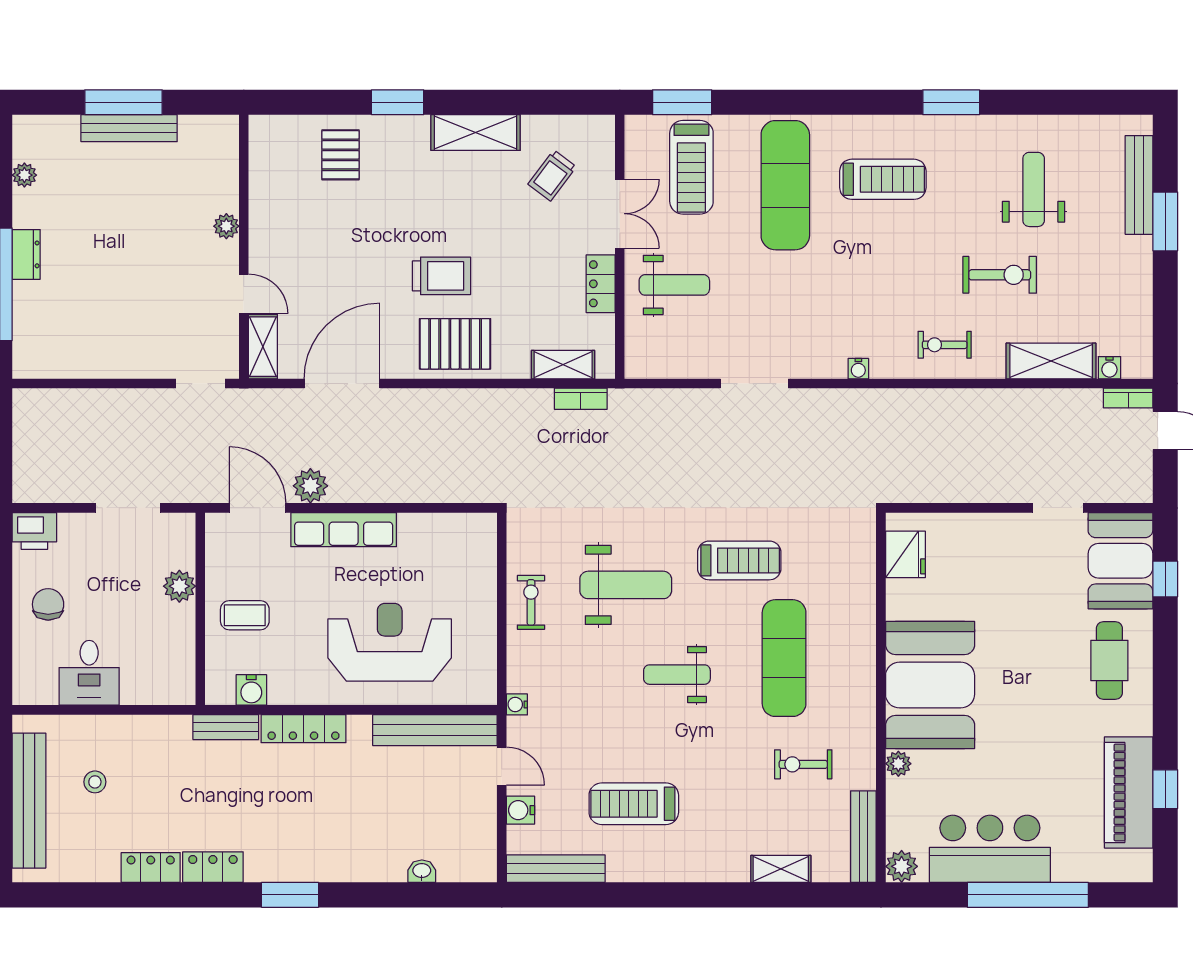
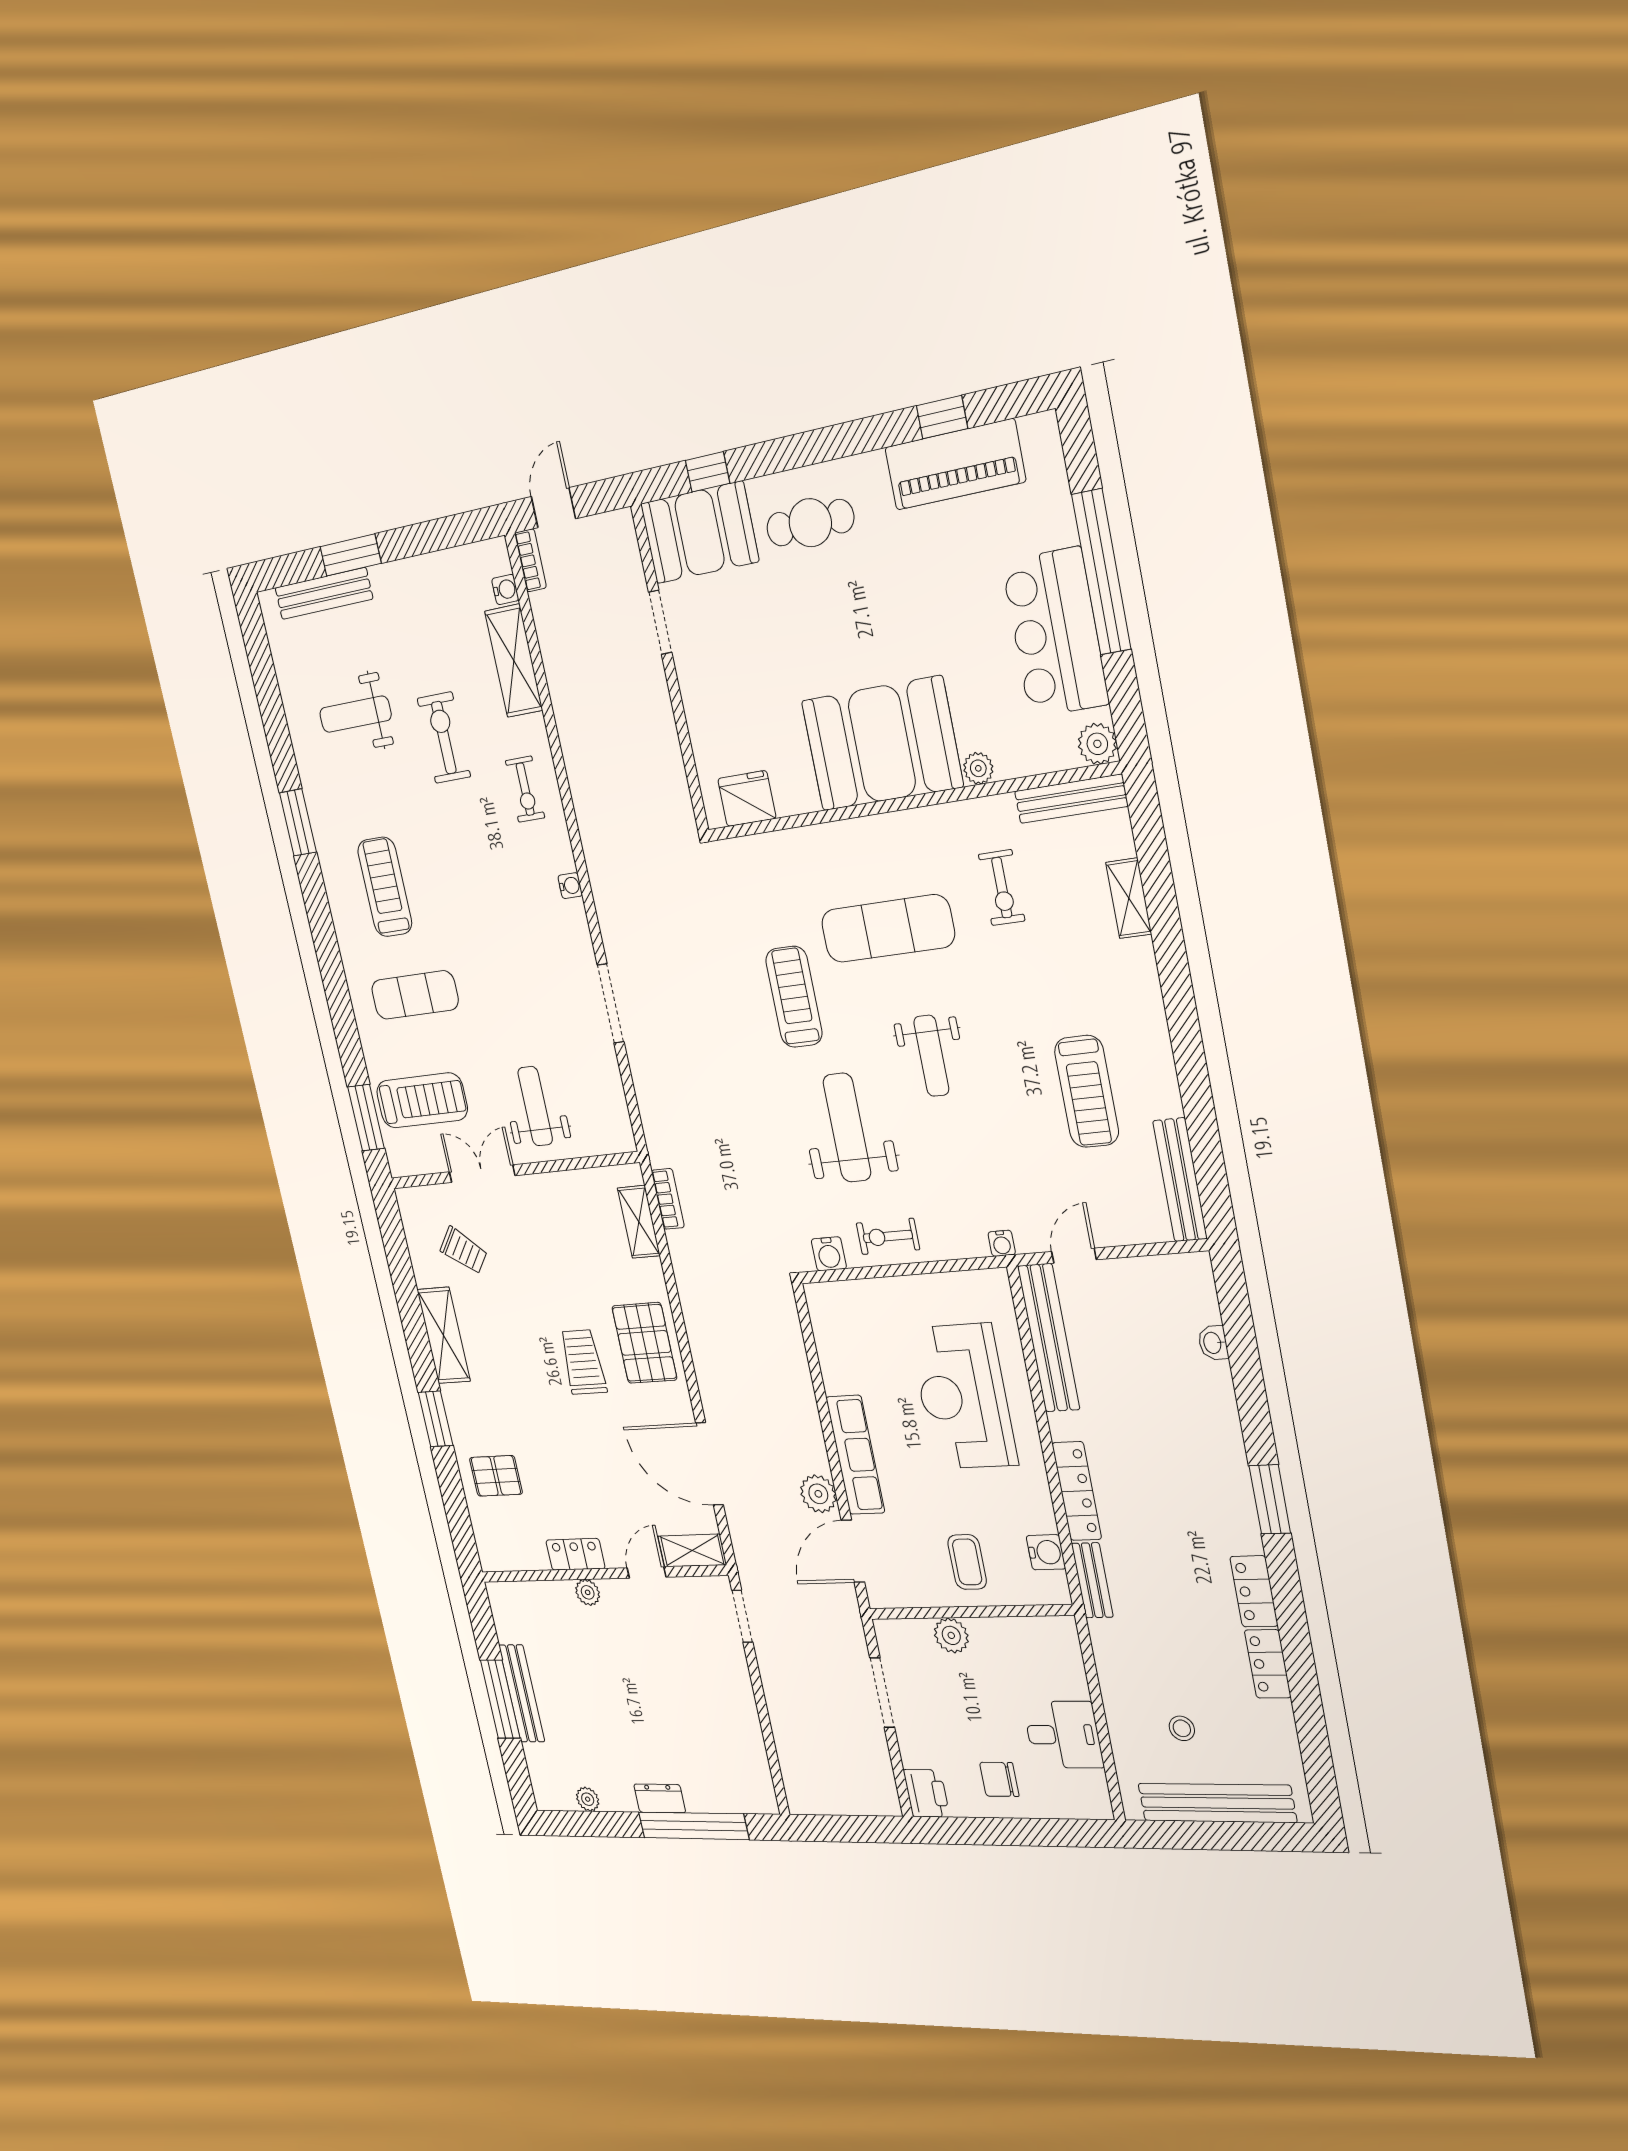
exercise mat: (785, 185) -> (415, 995), width x0.73, depth x0.69
locker: (601, 284) -> (575, 1554), moved, turned 180
water cooler: (520, 810) -> (829, 1254), moved

